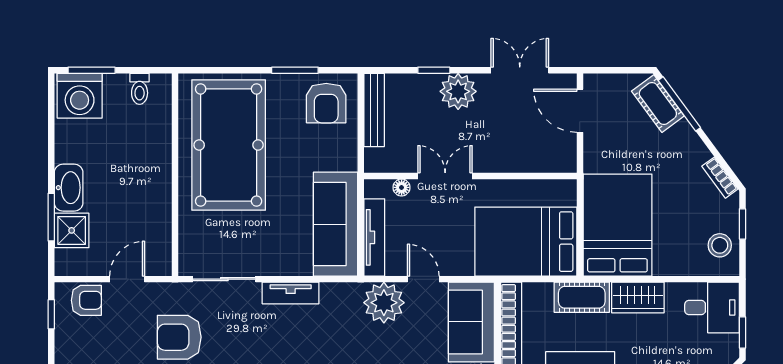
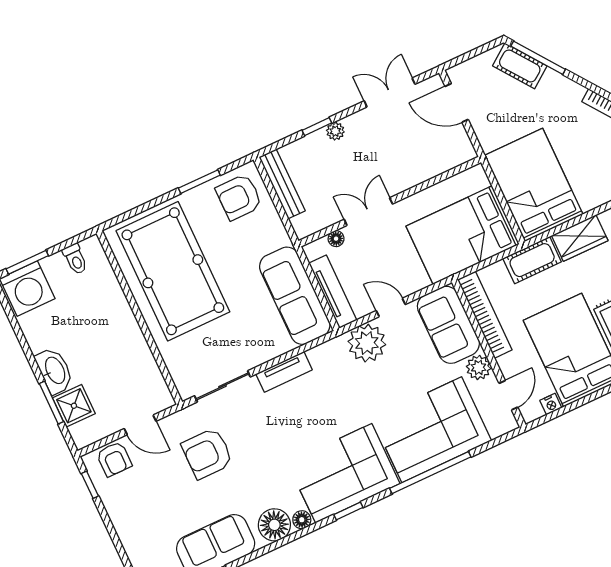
plant: (458, 91) -> (335, 131), width x0.53, depth x0.53
armchair: (326, 103) -> (239, 197), turned 90
door: (127, 279) -> (140, 425), swing flipped
armchair: (86, 300) -> (114, 459), turned 90

